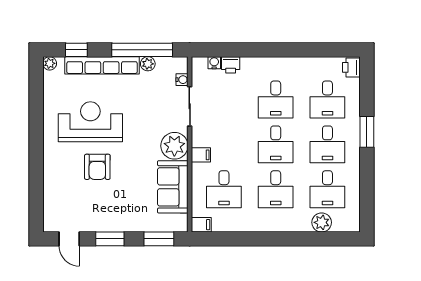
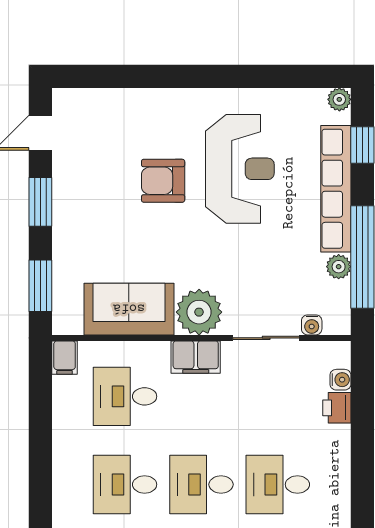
filing cabinet: (201, 155) -> (196, 357), width x2.00

